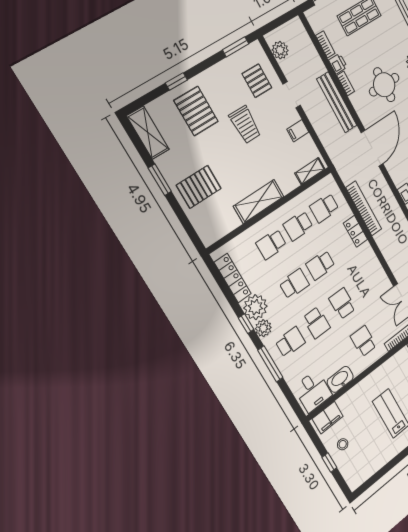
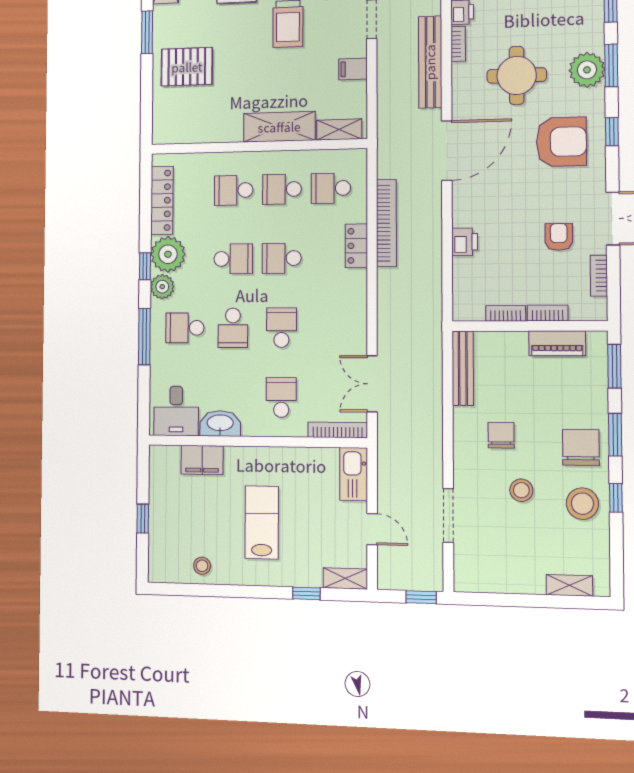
shelving: (259, 201) -> (279, 127), moved
school desk: (290, 342) -> (185, 328), turned 180
filing cabinet: (328, 418) -> (202, 460), moved
stool: (343, 444) -> (202, 566), moved

